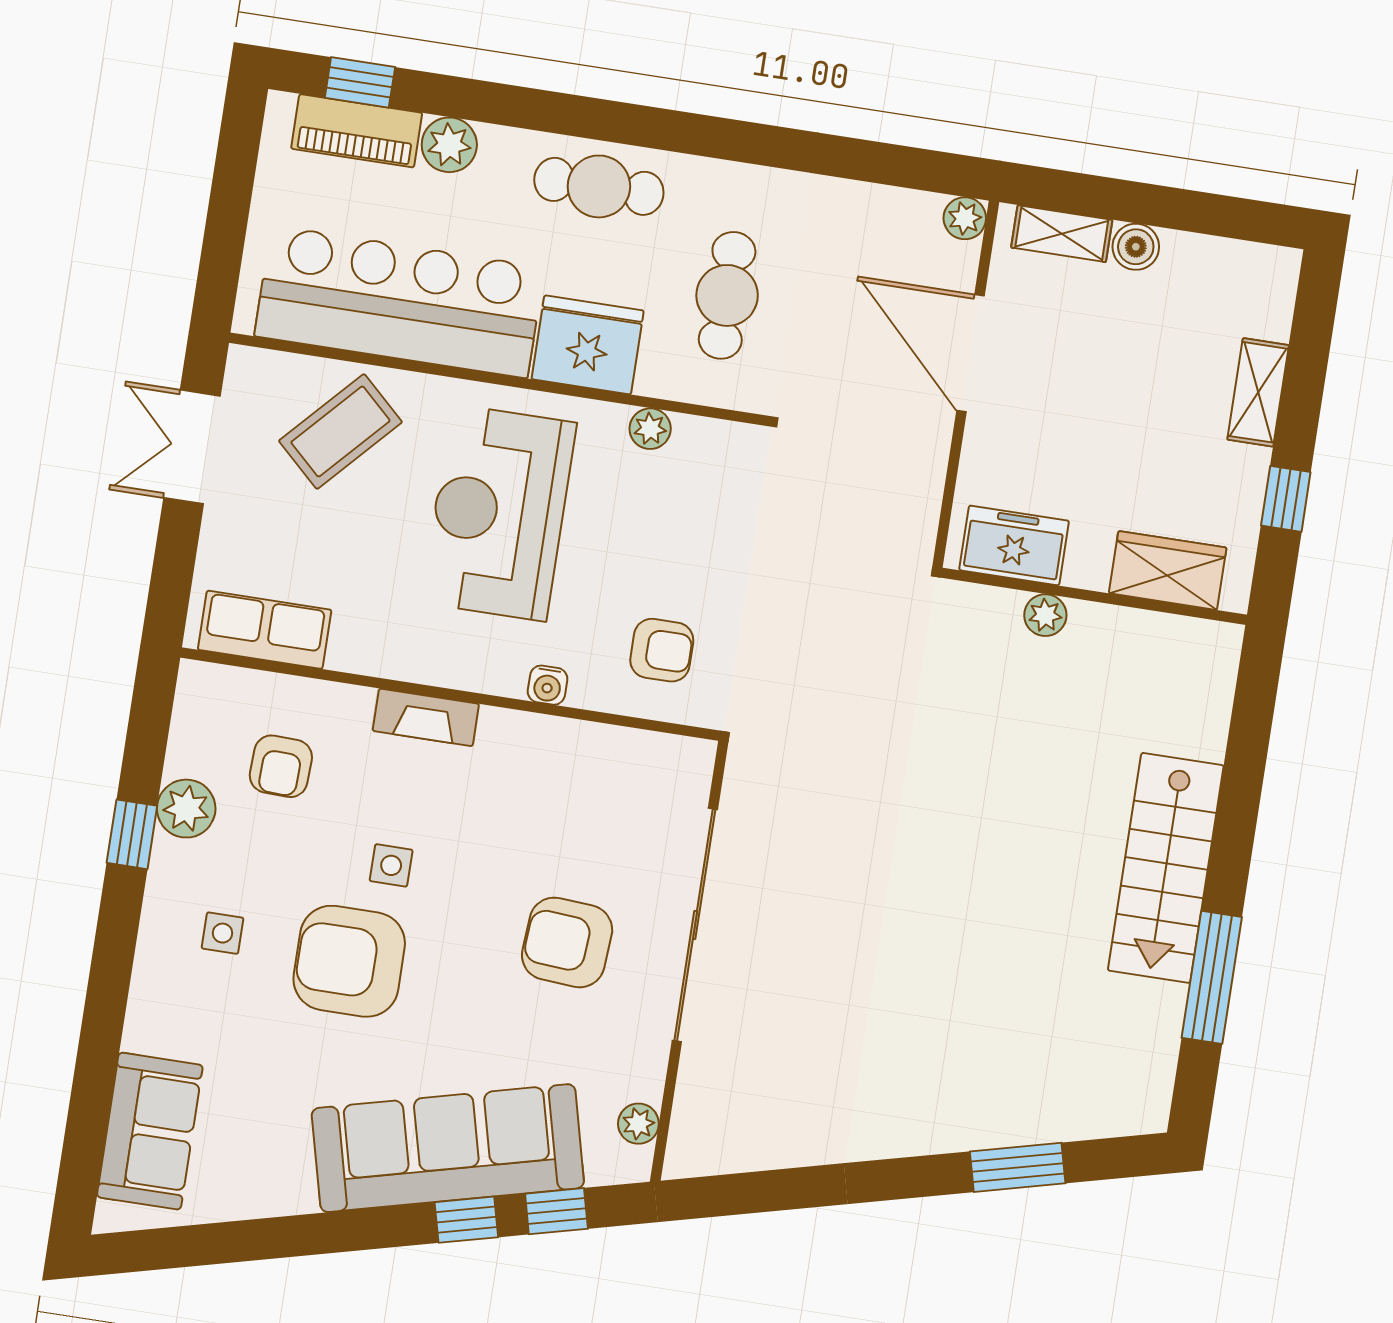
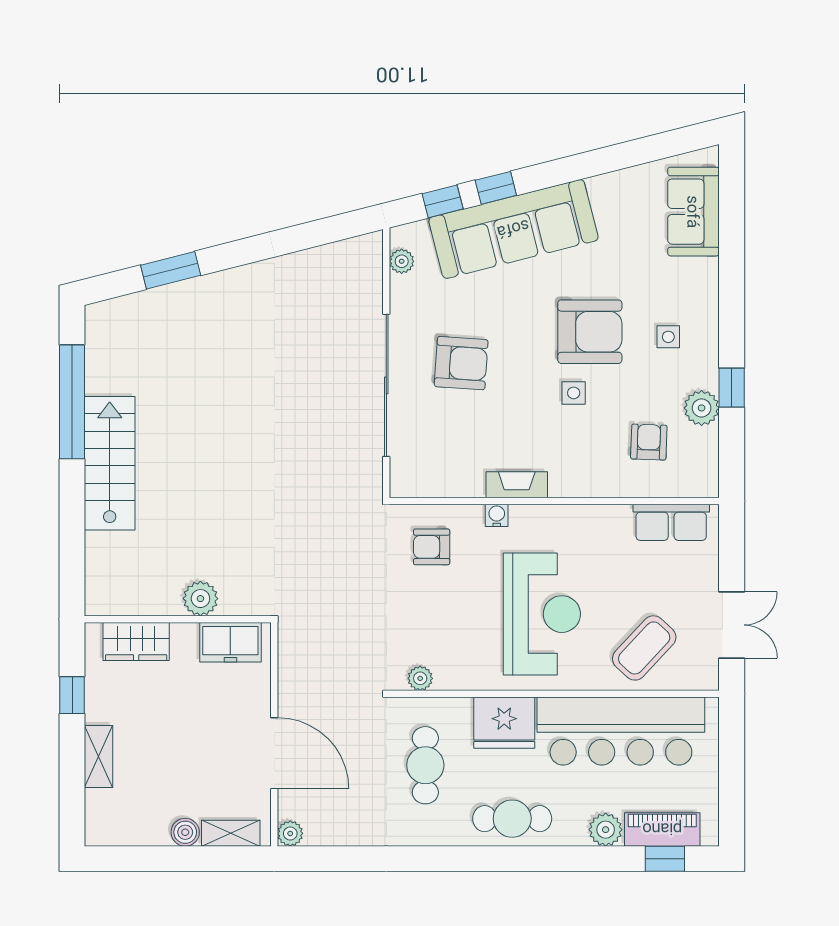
plant: (650, 429) -> (420, 678), moved
plant: (1045, 615) -> (200, 599), width x1.38, depth x1.38
fireplace: (426, 717) -> (517, 485), moved
window: (1212, 977) -> (72, 402), width x1.46

